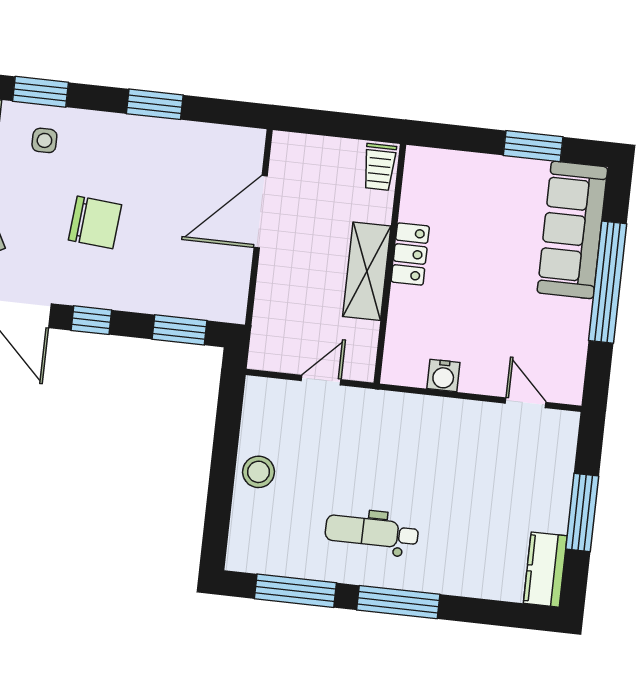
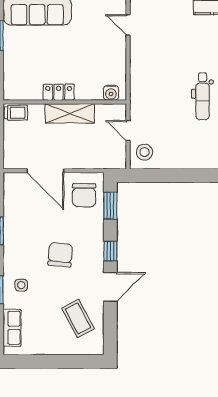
chair: (205, 281) -> (84, 195), added
water cooler: (443, 375) -> (111, 93), moved, turned 90
door: (526, 403) -> (128, 25), hinge flipped
stool: (258, 472) -> (144, 152), moved

